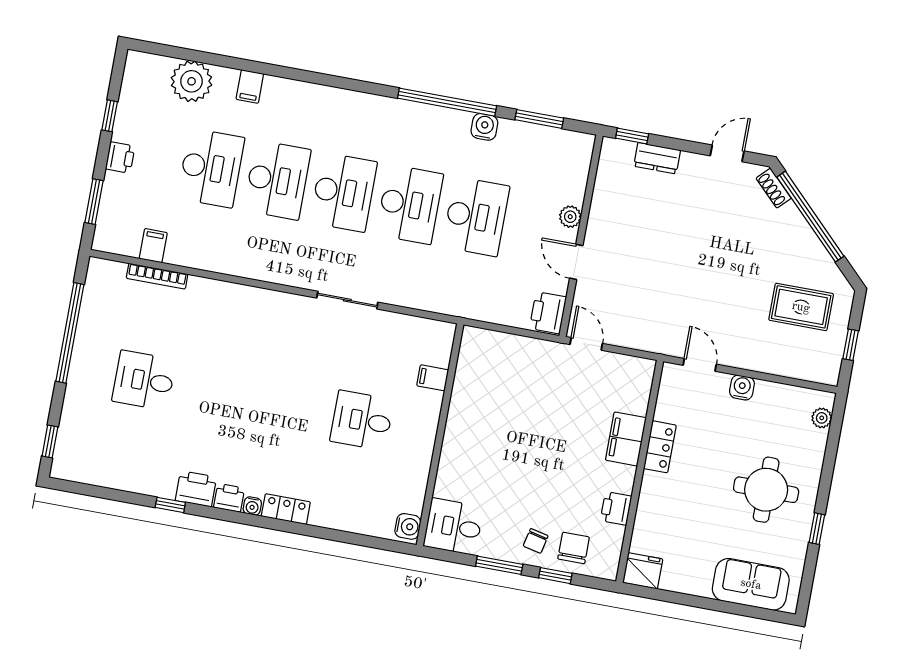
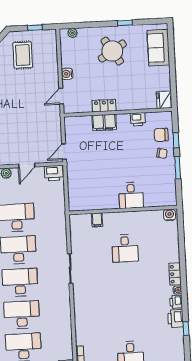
round table: (766, 490) -> (112, 51), turned -32
desk: (453, 527) -> (131, 195), moved

